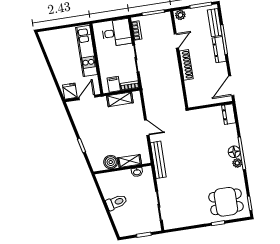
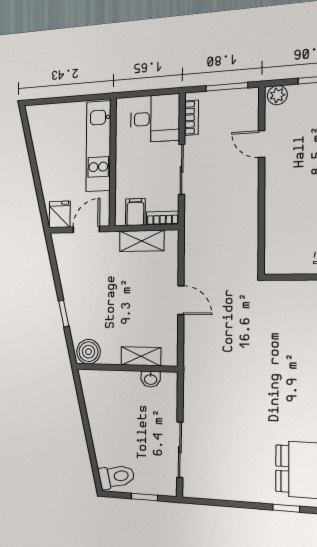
door: (176, 41) -> (262, 144), swing flipped
shoe rack: (186, 65) -> (273, 192), removed
bench: (158, 160) -> (192, 364), removed
boiler: (111, 162) -> (88, 352), moved
toilet: (116, 202) -> (116, 477), moved

